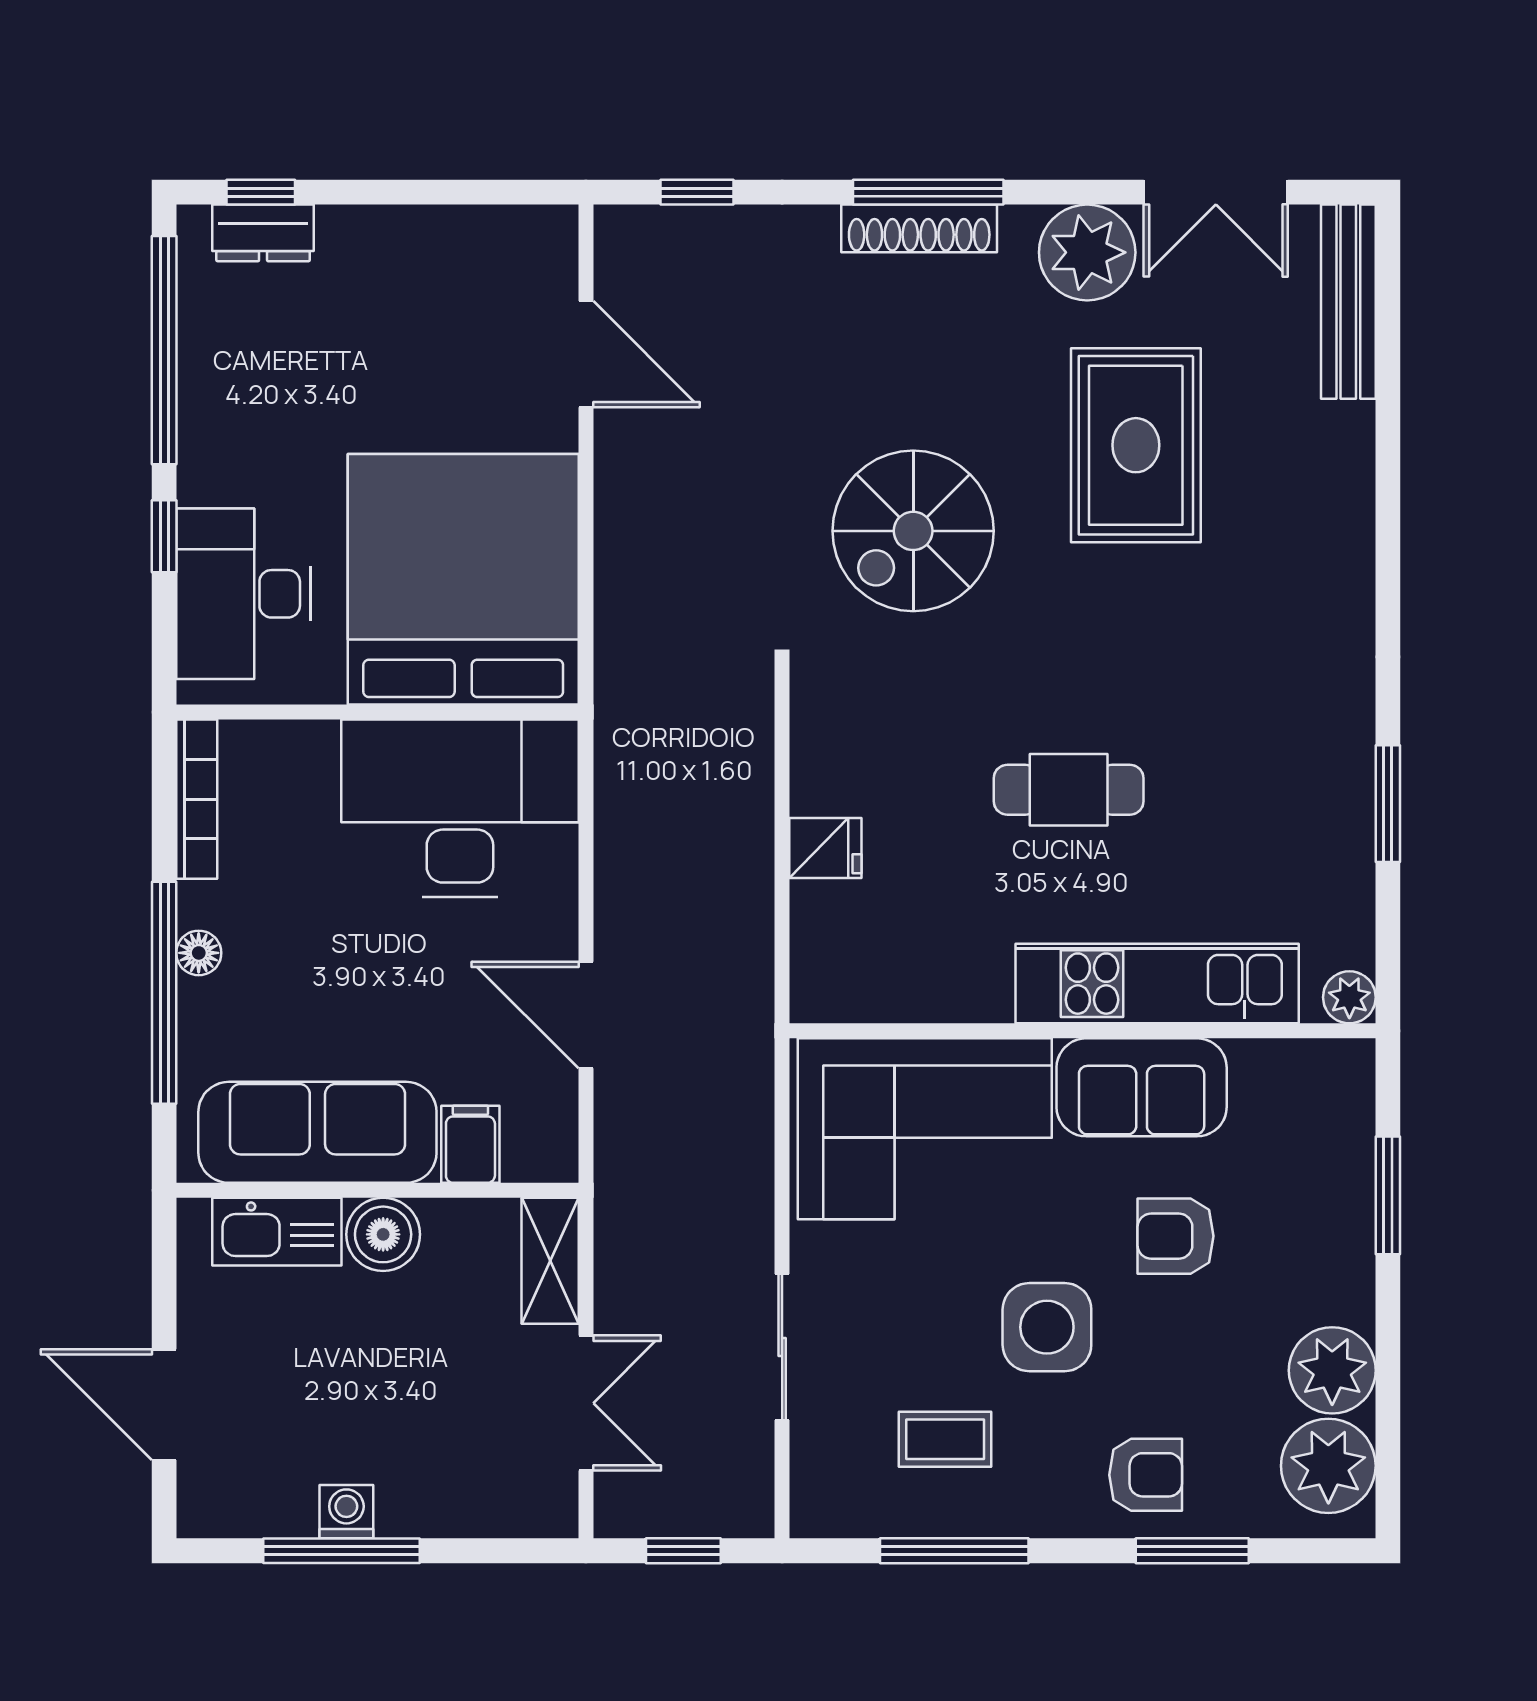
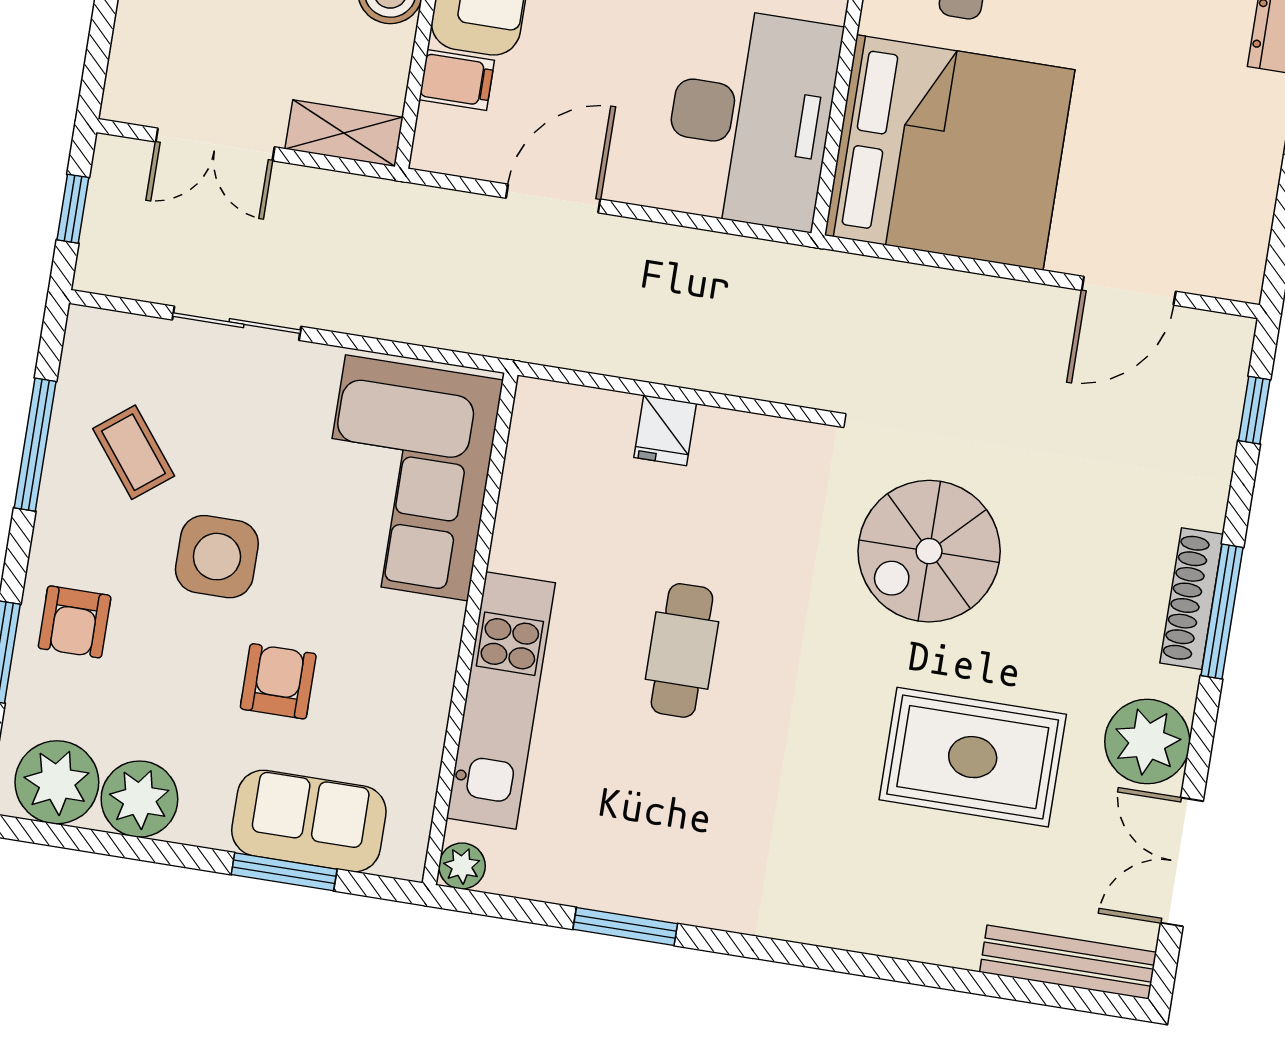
spiral stairs: (913, 531) -> (929, 551), turned -90
sofa: (1142, 1087) -> (309, 821), moved, turned 90
coffee table: (945, 1439) -> (134, 452), turned -38

